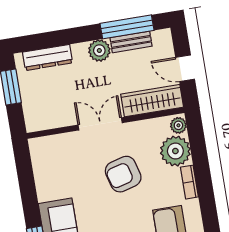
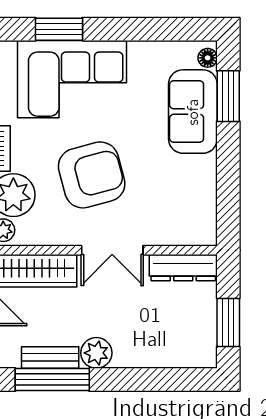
dresser: (48, 57) -> (183, 268), moved, turned 180
armchair: (123, 174) -> (92, 175), width x1.36, depth x1.36

